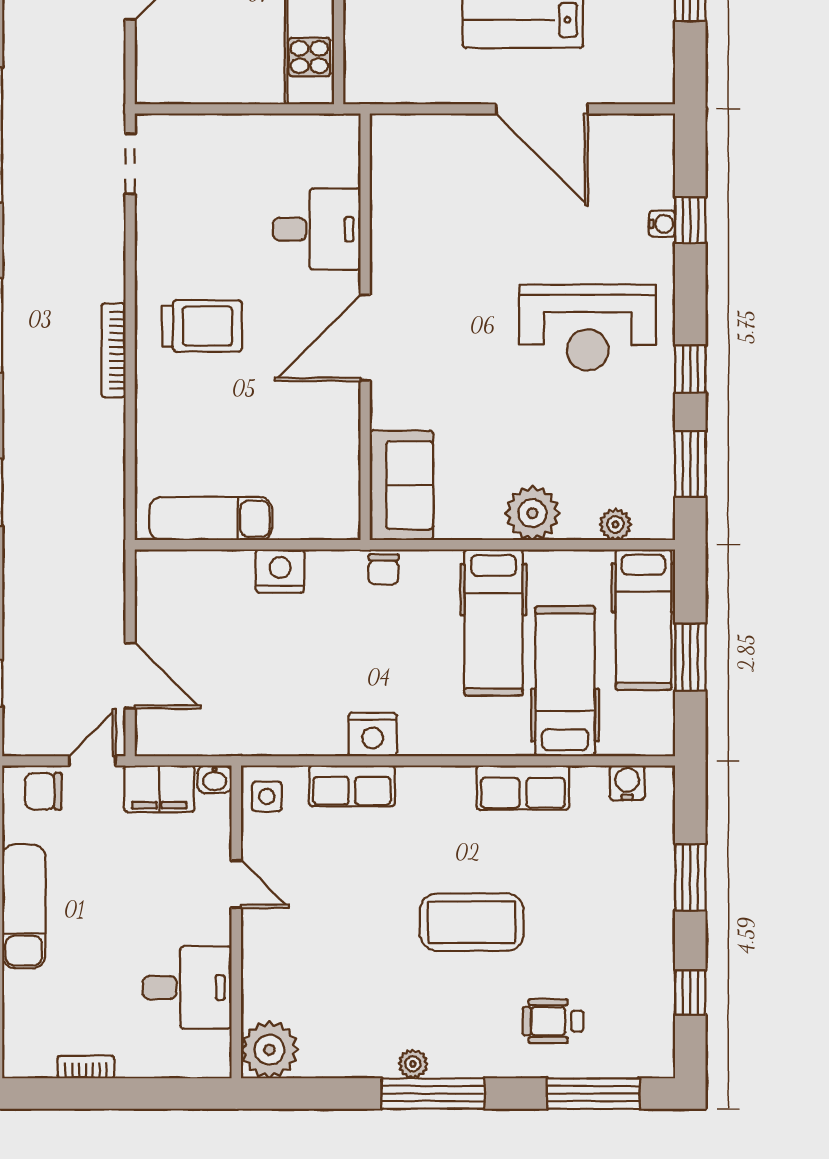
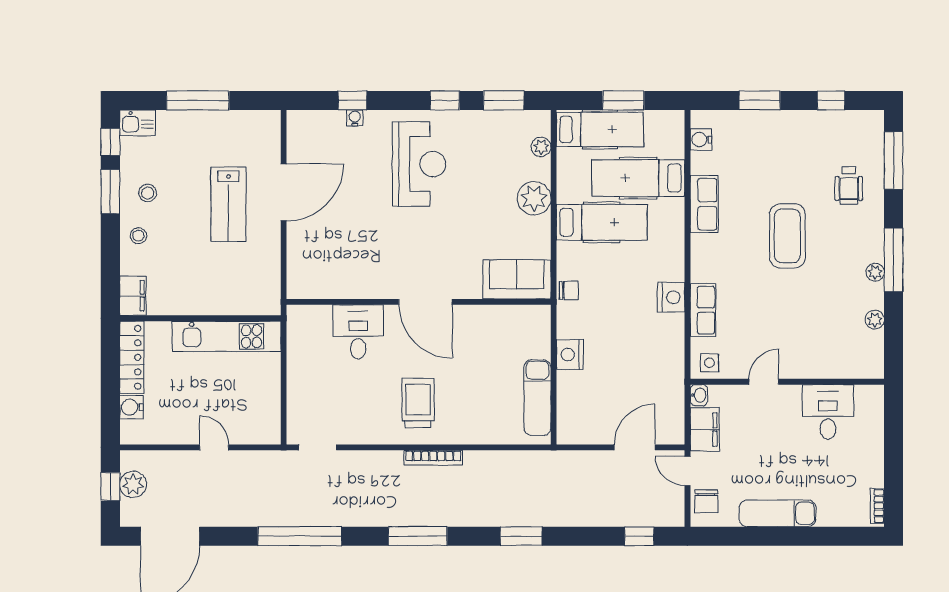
plant: (270, 1050) -> (875, 320), moved, width x0.53, depth x0.53
bookcase: (86, 1067) -> (877, 506), moved

